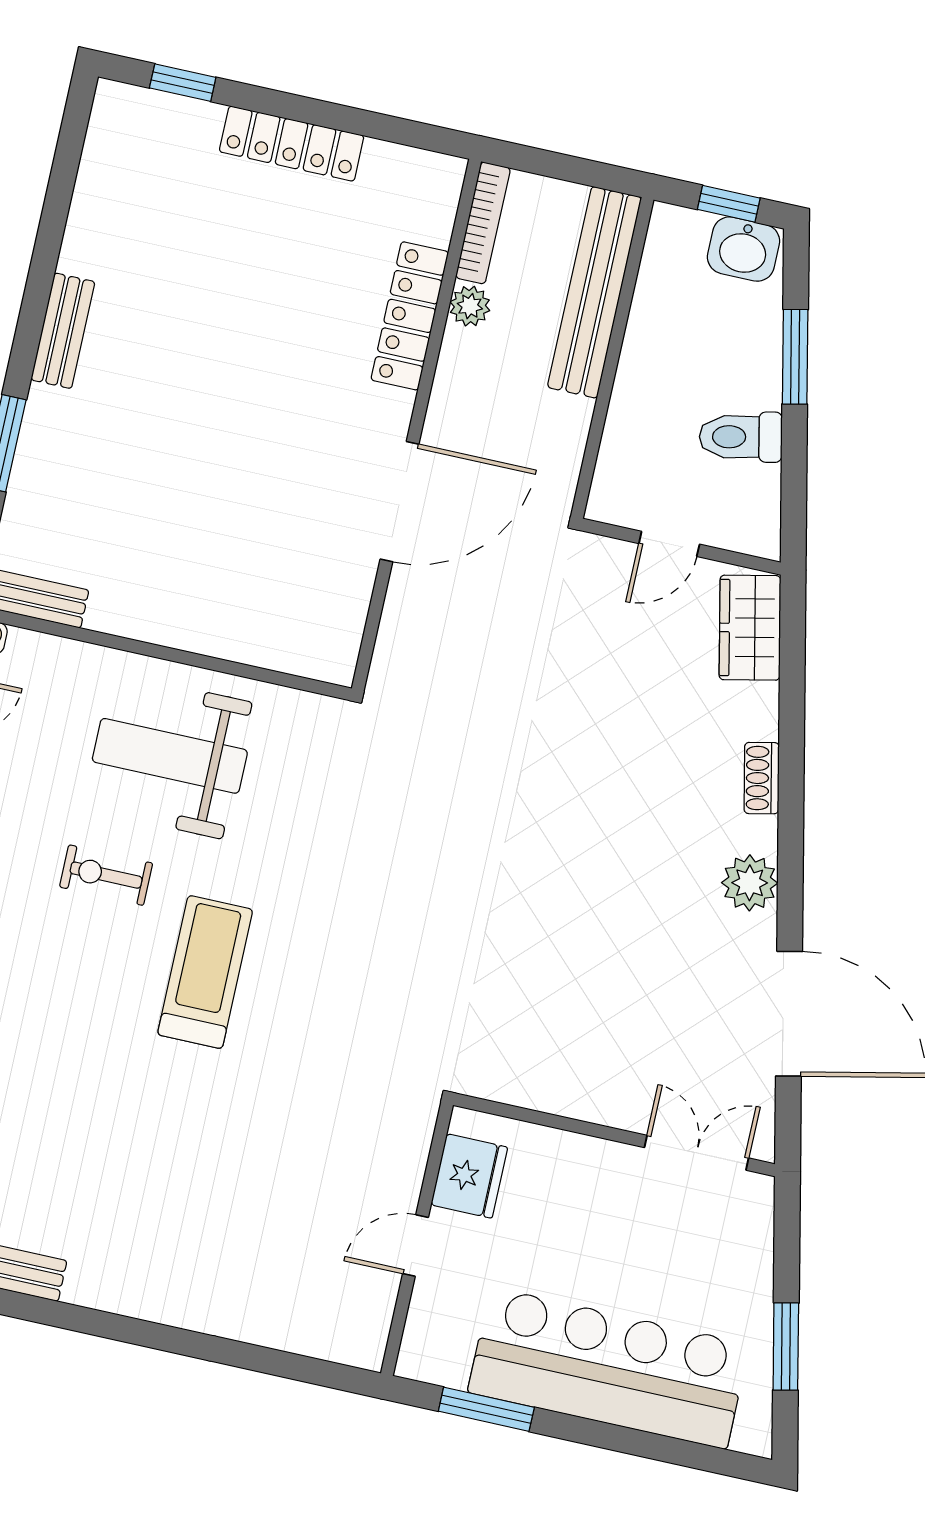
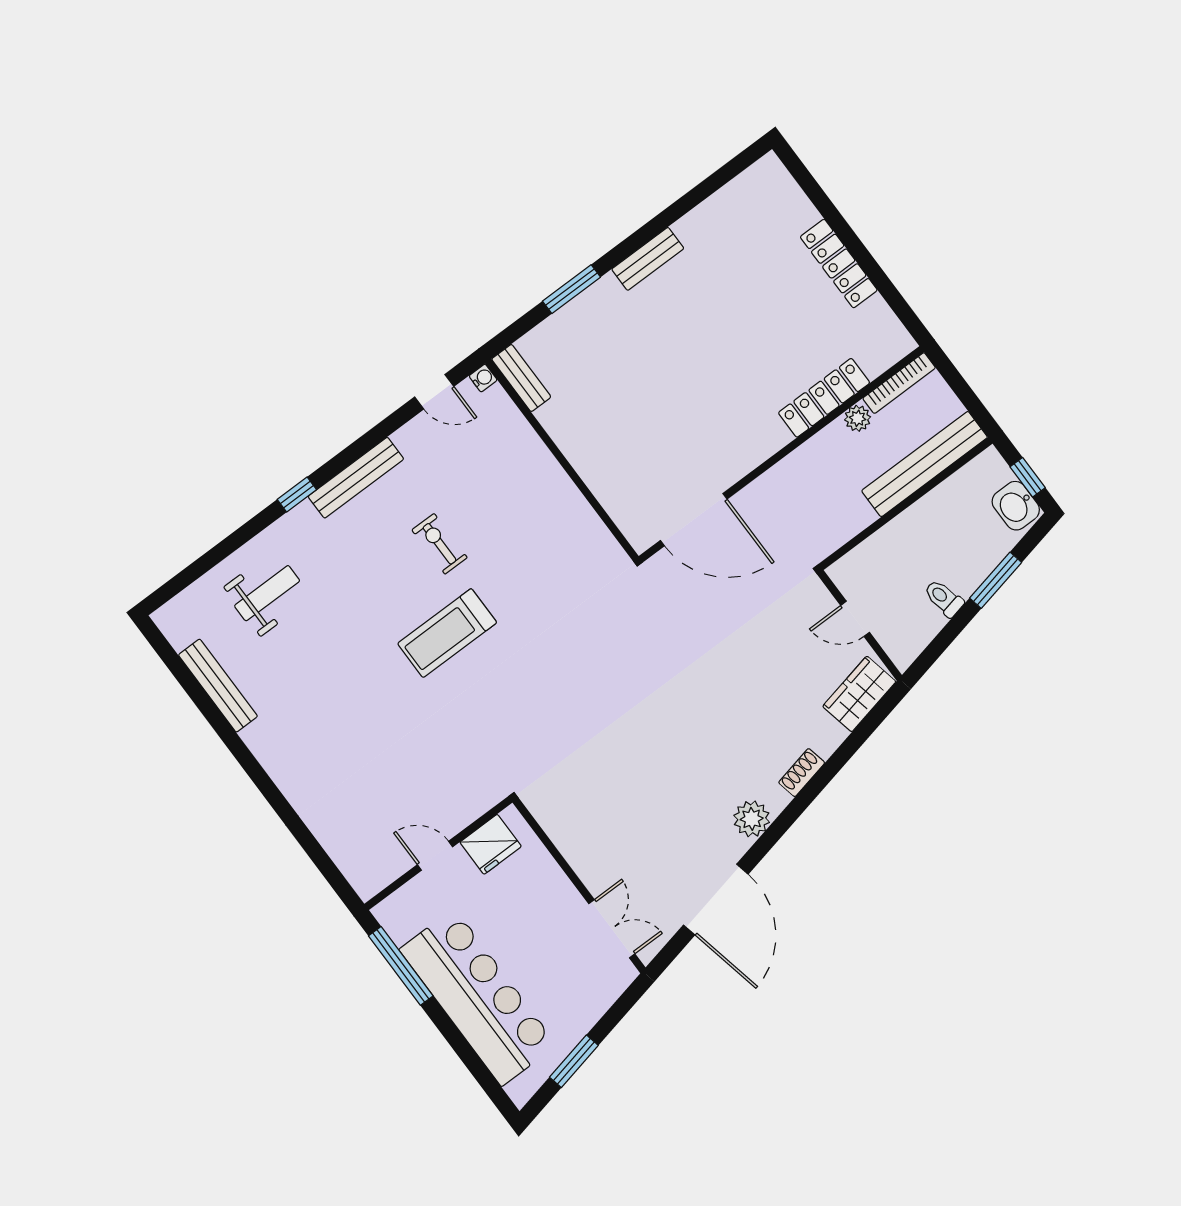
window: (183, 83) -> (811, 188), removed
toilet: (741, 437) -> (944, 598), width x0.73, depth x0.72
door: (399, 502) -> (694, 520), moved
weight bench: (170, 756) -> (521, 512), removed
treadmill: (205, 972) -> (447, 633), turned 180
window: (486, 1409) -> (401, 966), width x1.44

